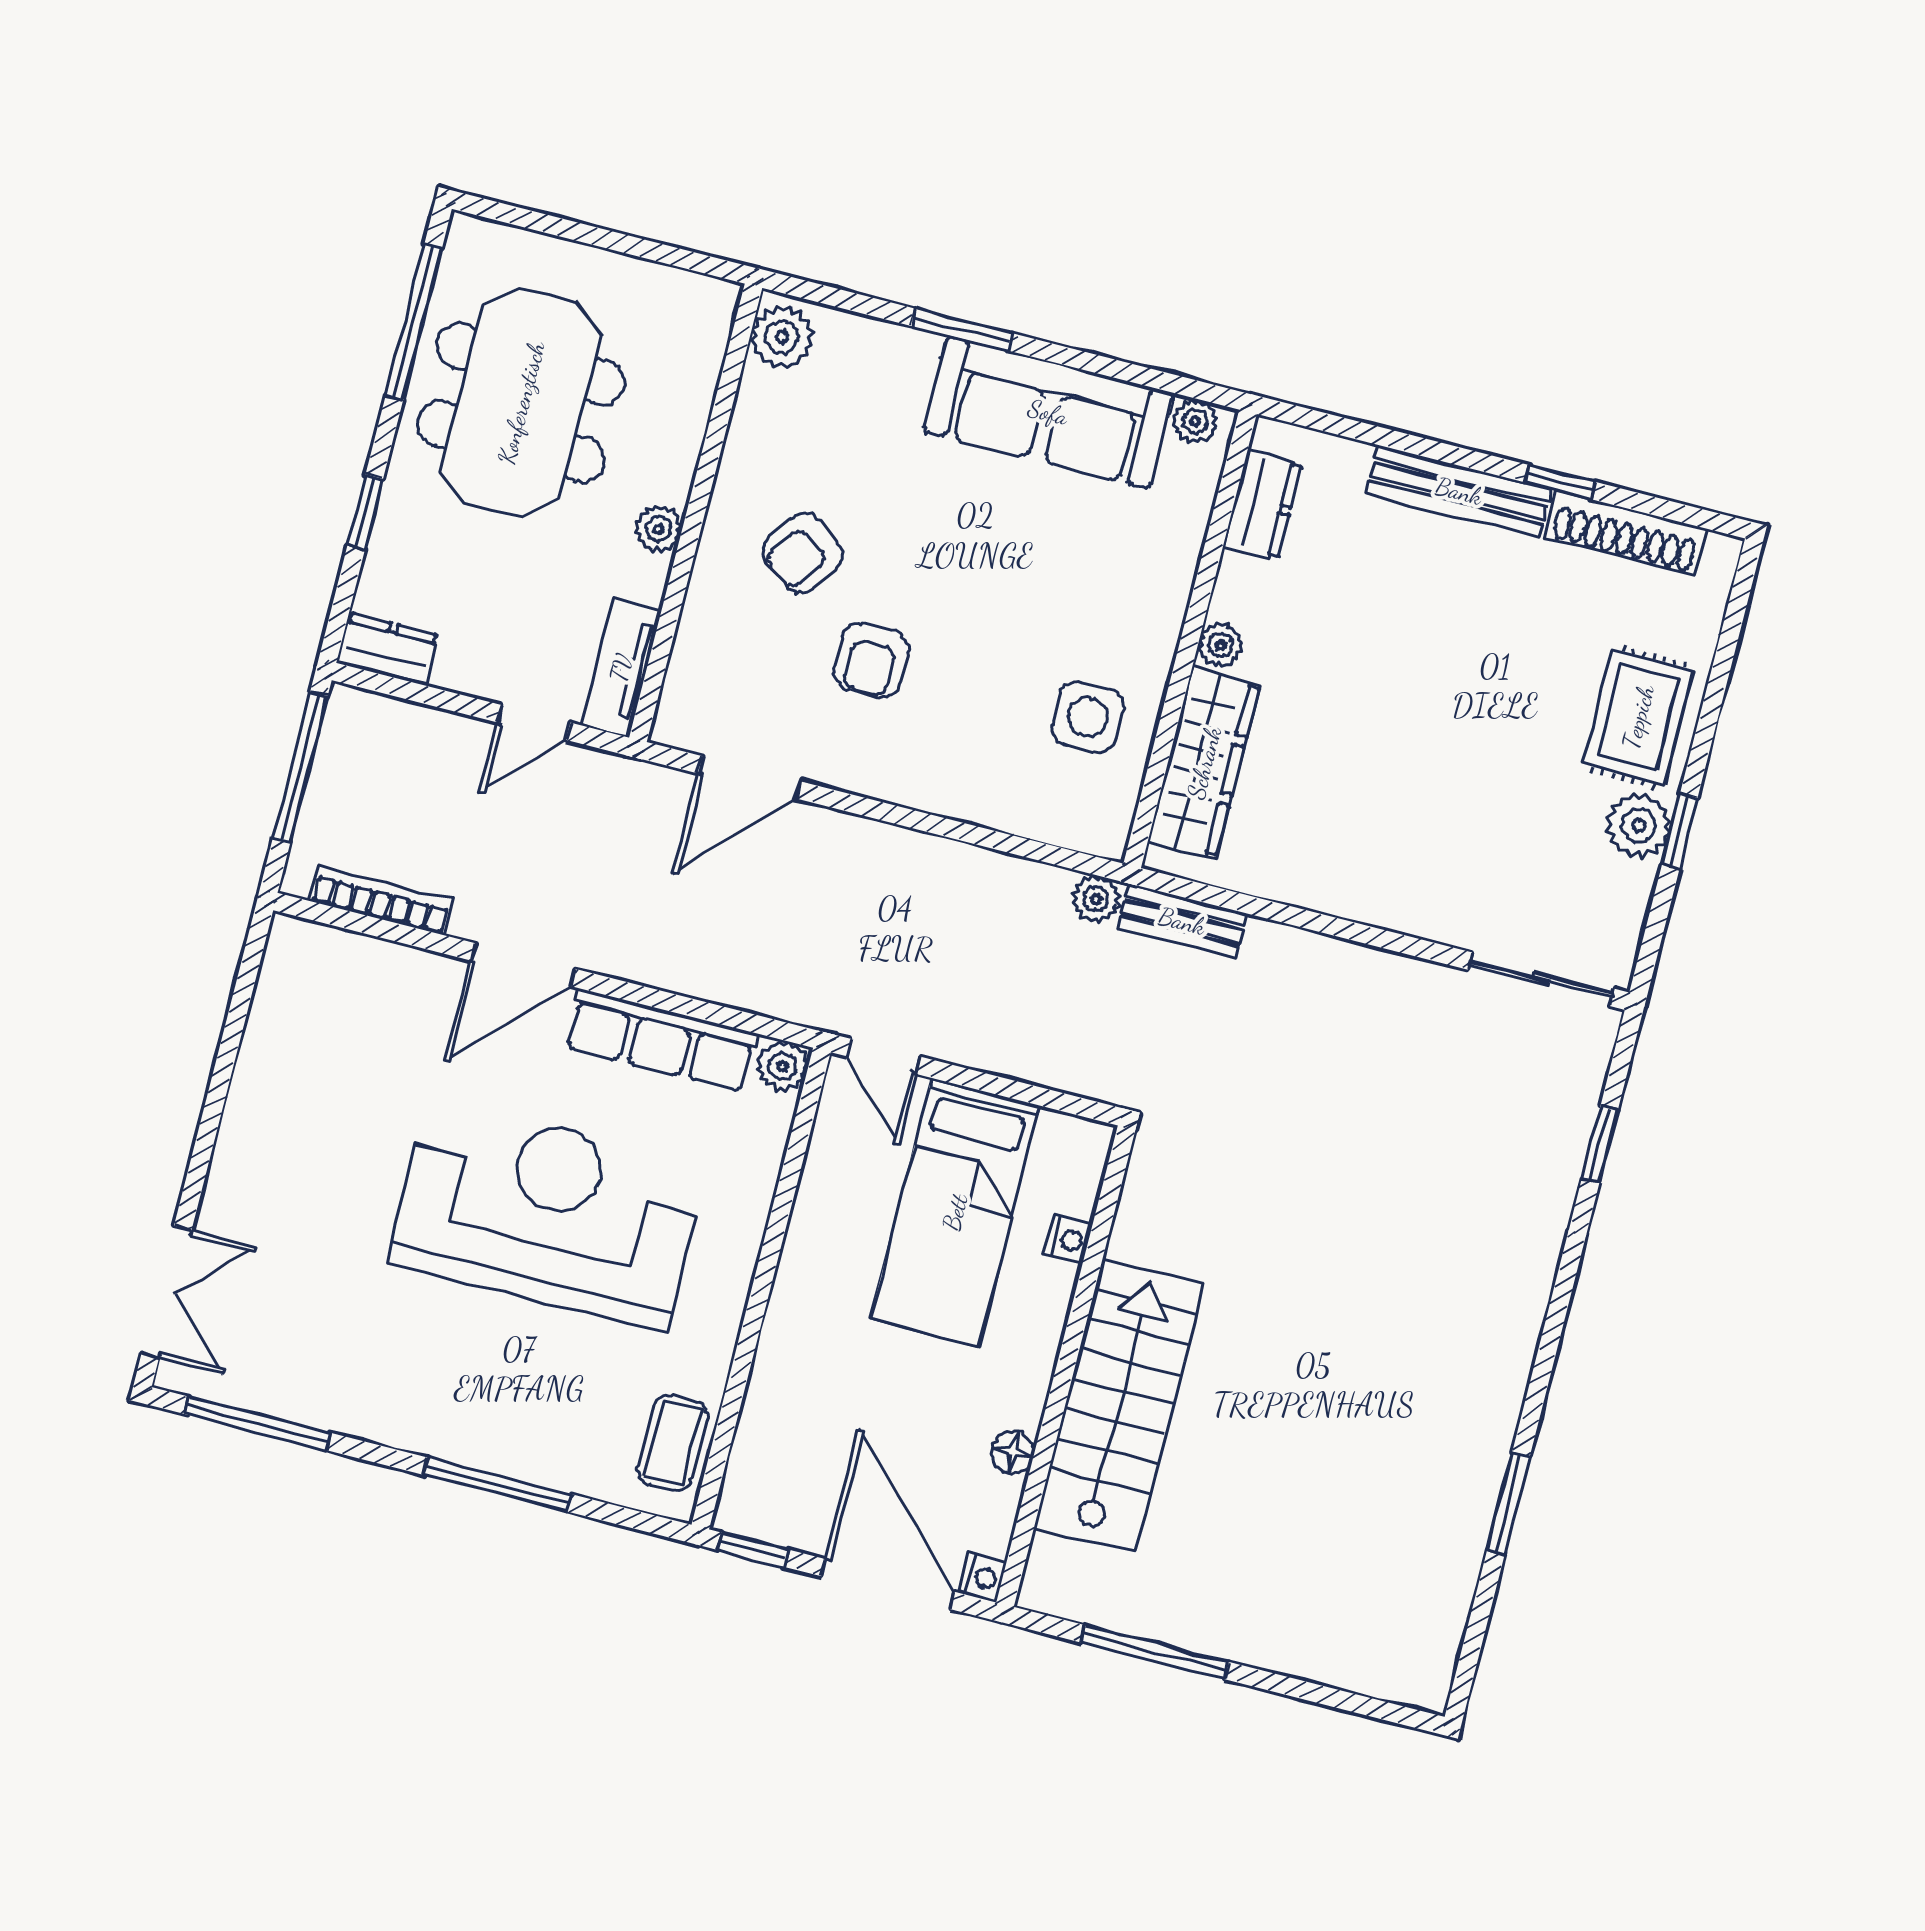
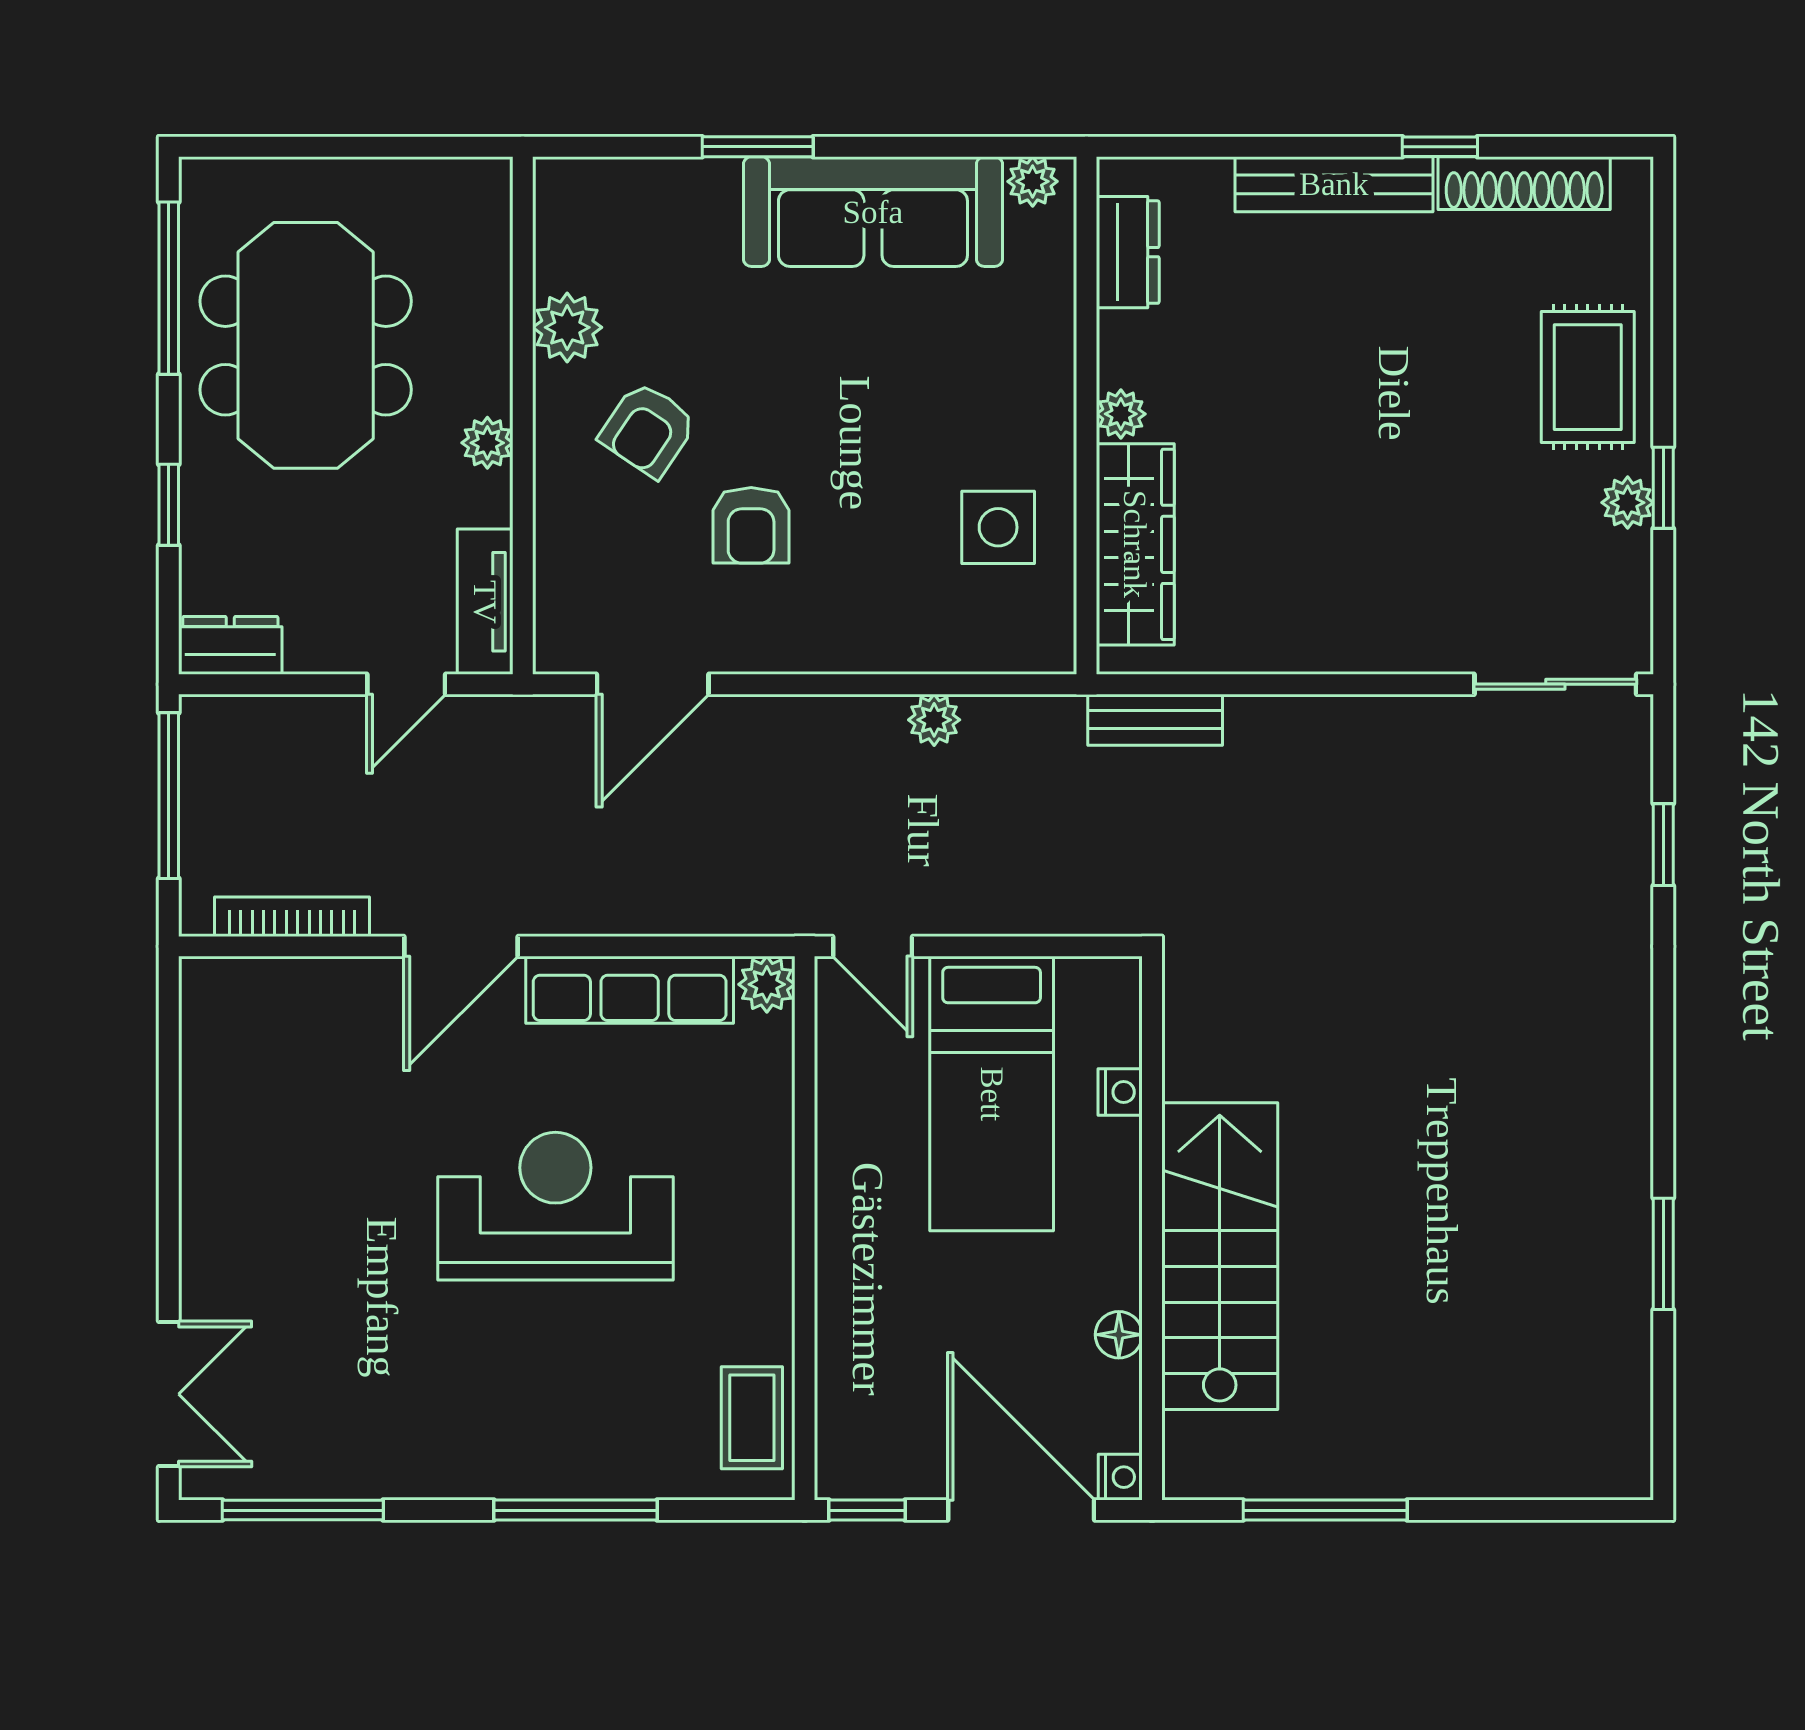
plant: (782, 337) -> (567, 327), moved
plant: (1639, 825) -> (1628, 503), width x0.73, depth x0.73
plant: (1096, 899) -> (934, 720), moved
reception desk: (548, 1213) -> (555, 1206), width x0.74, depth x0.77

